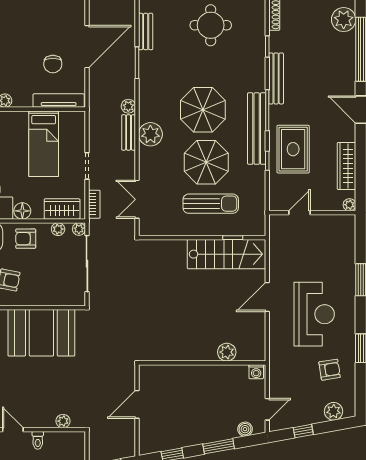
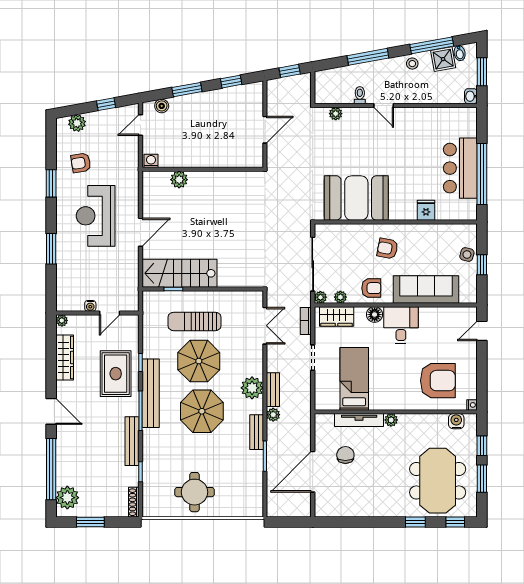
bench: (146, 31) -> (257, 432), moved
tv unit: (59, 101) -> (359, 420), moved
water cooler: (320, 220) -> (90, 306), added

